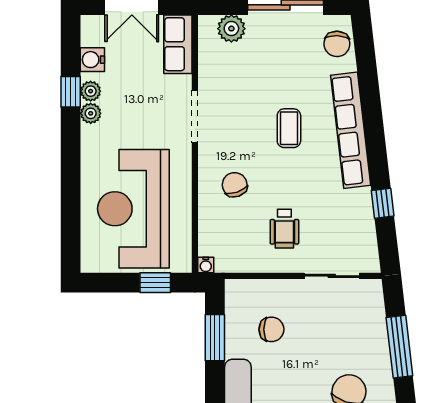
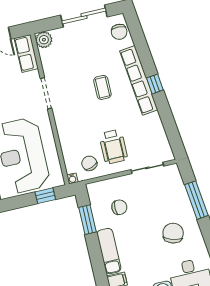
plant: (231, 29) -> (44, 40), moved
chair: (235, 185) -> (89, 163), moved
window: (383, 203) -> (155, 84), moved
wheelchair: (284, 229) -> (113, 147), width x1.36, depth x1.37

